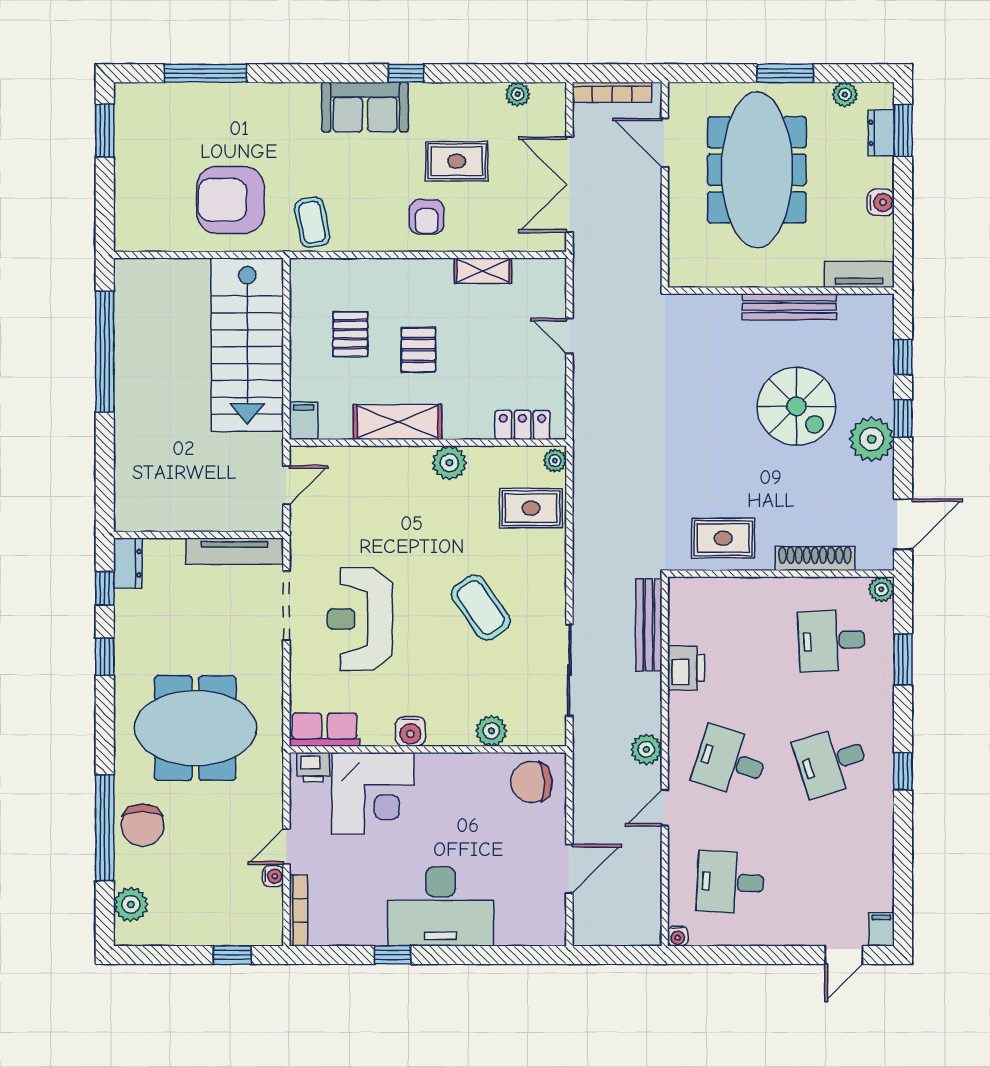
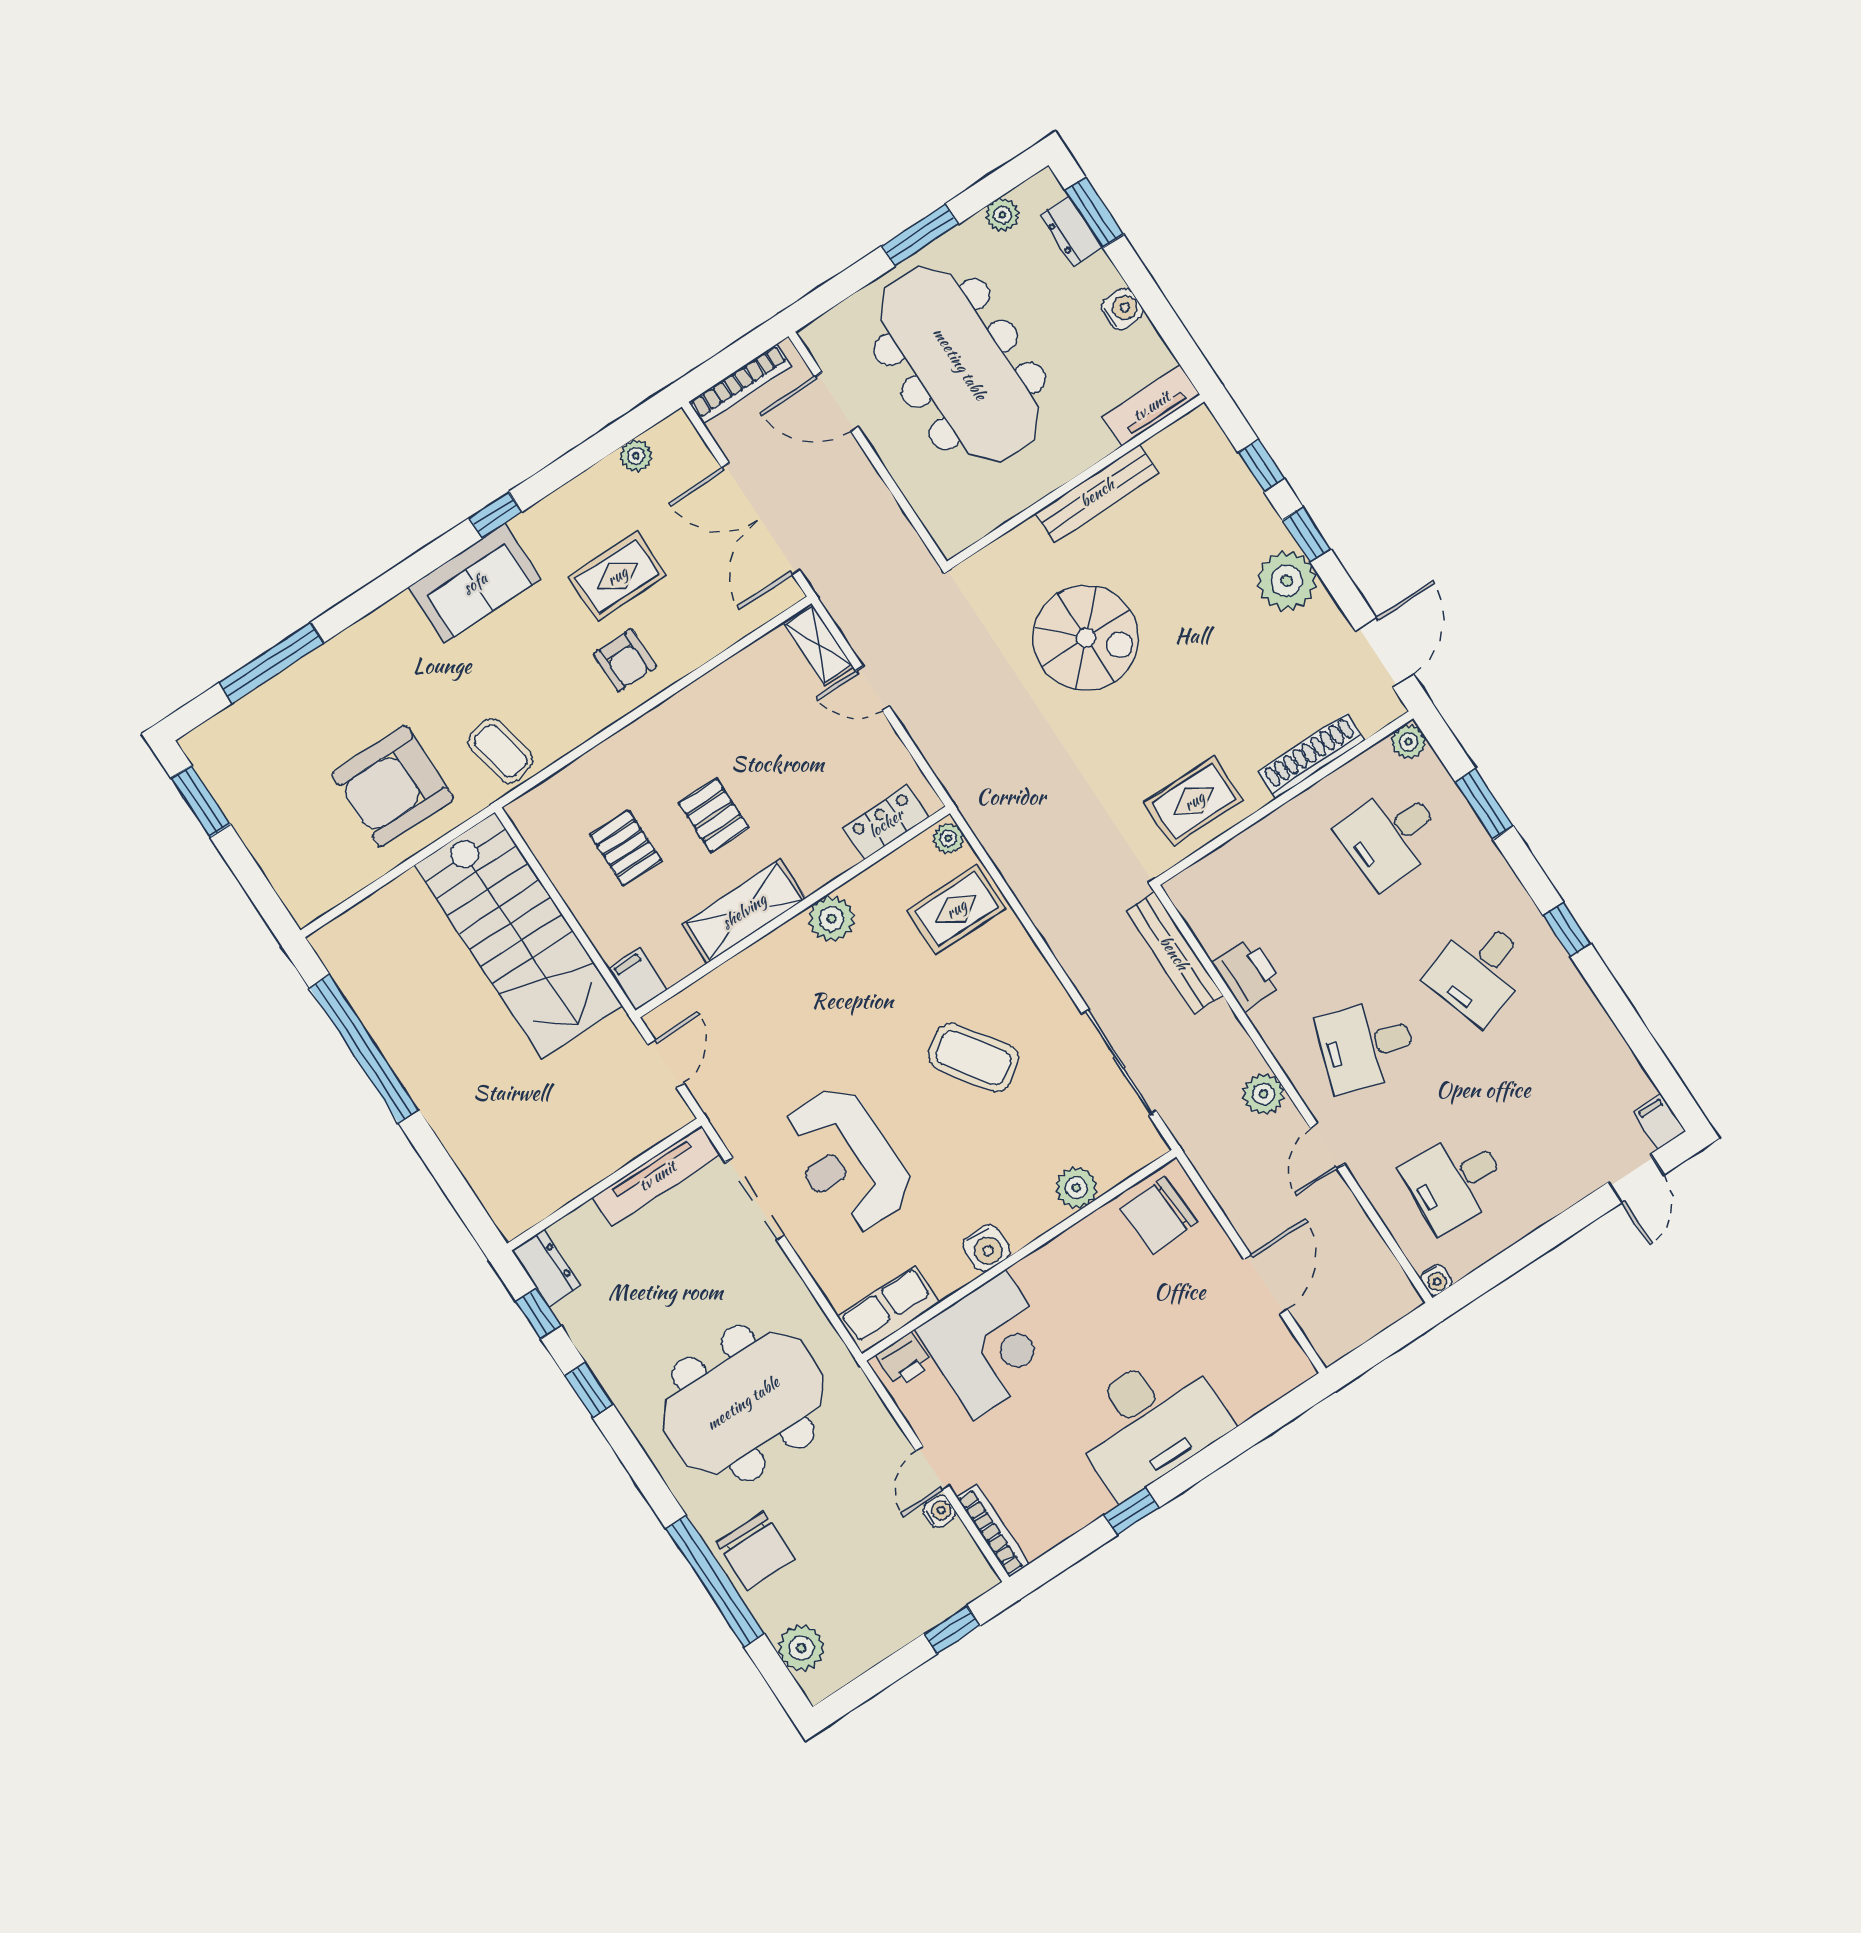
shelving: (483, 271) -> (818, 644), moved, turned 90
spiral stairs: (797, 406) -> (1086, 638), moved

